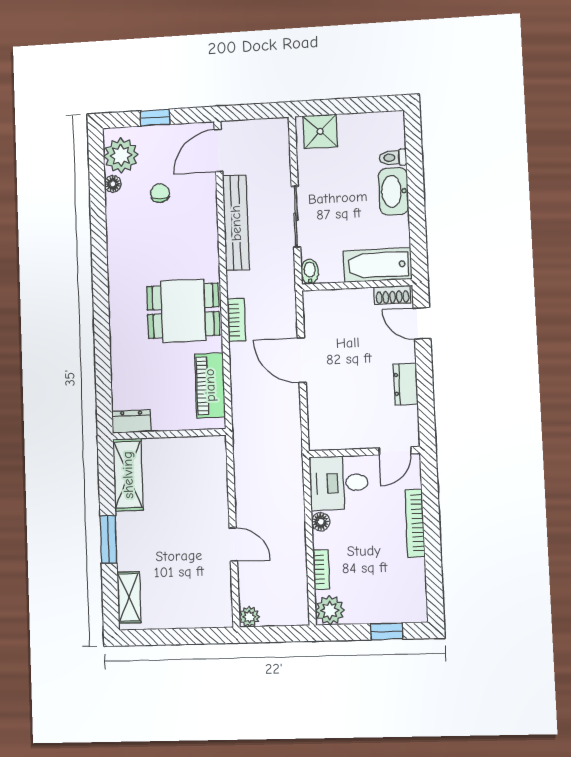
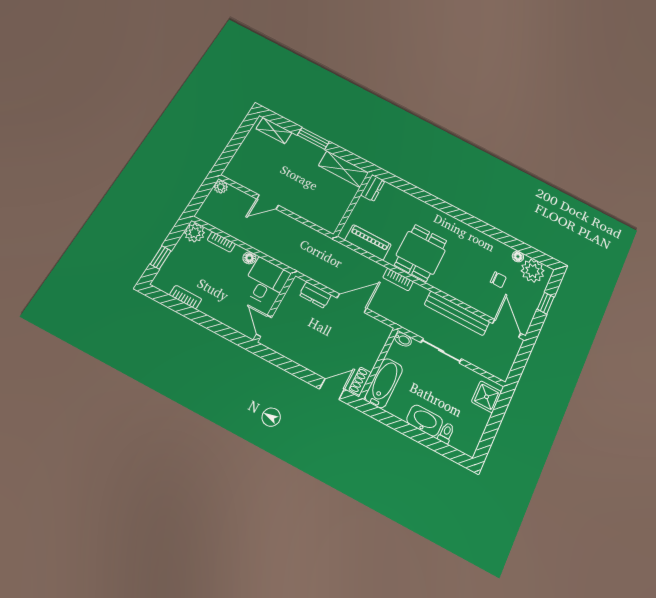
dresser: (405, 384) -> (315, 295), moved, turned 180
bookcase: (415, 523) -> (186, 297), moved, width x0.64

